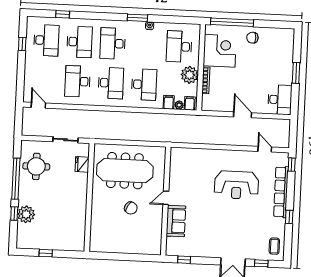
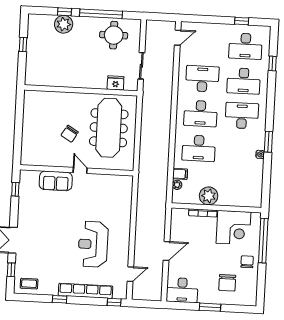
desk: (179, 47) -> (238, 185), removed
chair: (273, 57) -> (227, 283), added
filing cabinet: (190, 103) -> (179, 196), removed

